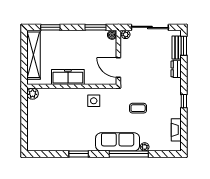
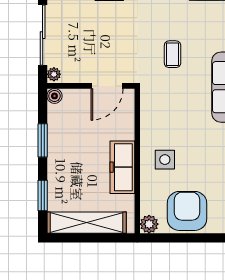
window: (95, 27) -> (43, 140), moved
side table: (94, 101) -> (165, 160), moved
armchair: (41, 117) -> (187, 211), added

